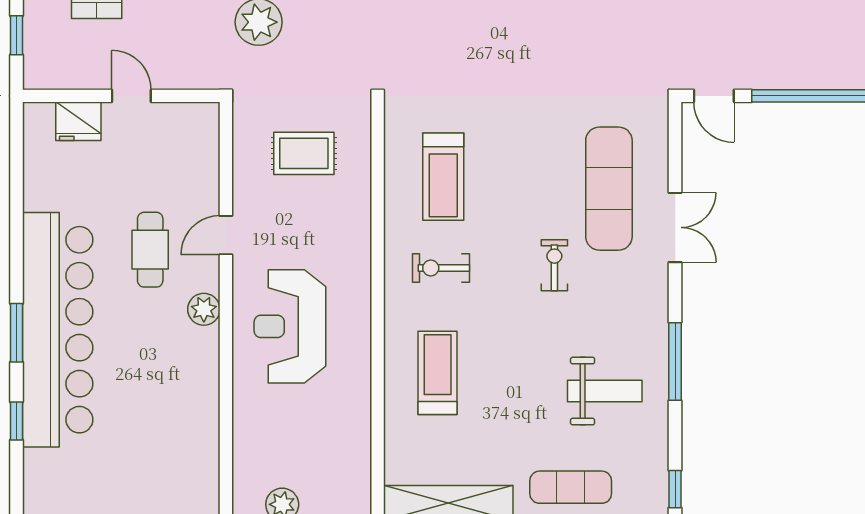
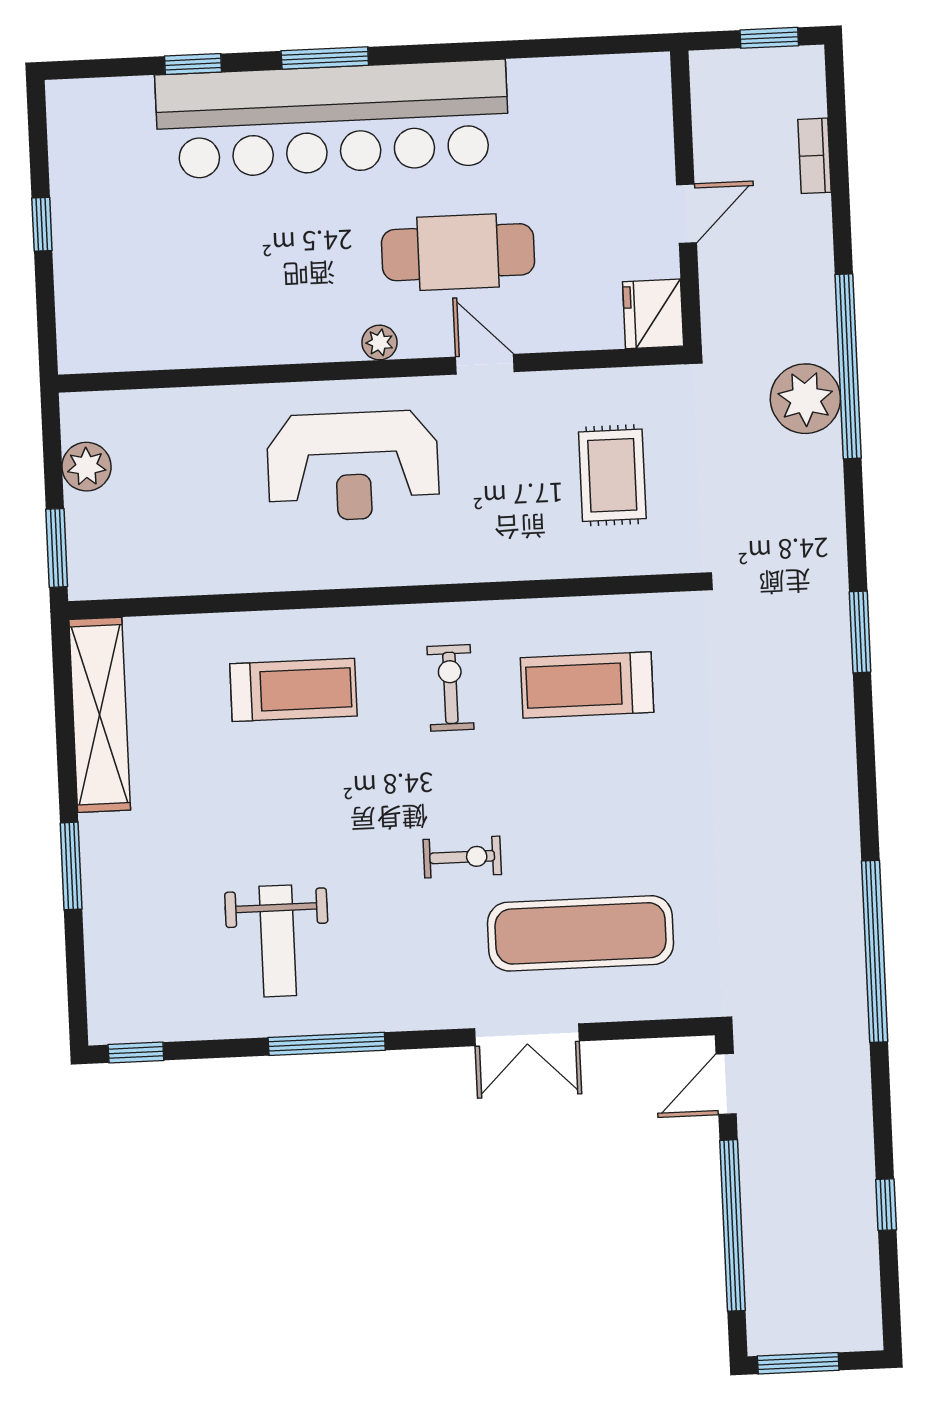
fridge: (78, 121) -> (653, 314), moved
cafe table: (150, 250) -> (458, 252), width x1.37, depth x1.35
plant: (204, 309) -> (380, 342), width x0.73, depth x0.73
reception desk: (290, 326) -> (353, 466), turned 180
exercise mat: (571, 487) -> (132, 896), removed

